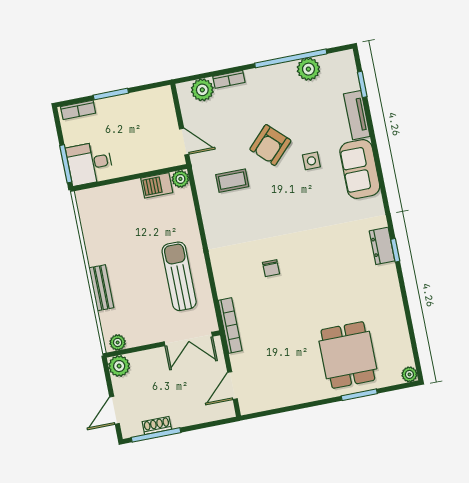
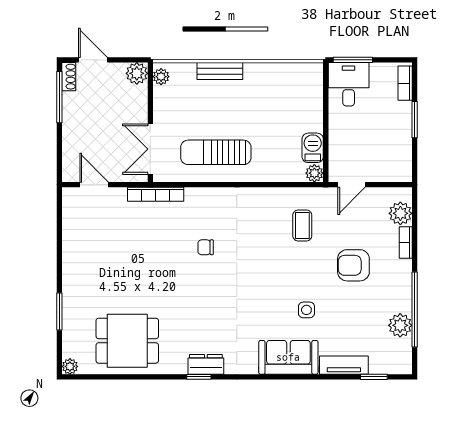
armchair: (270, 145) -> (353, 265), moved, turned -44
sun lounger: (179, 276) -> (216, 152), turned 180
dining table: (348, 355) -> (127, 341), moved
shoe rack: (157, 425) -> (69, 77), moved

